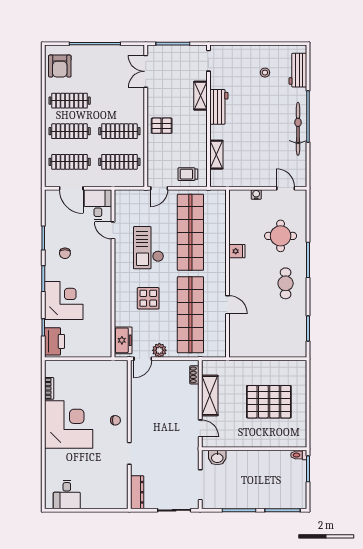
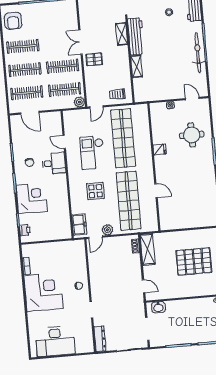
double door: (146, 71) -> (80, 42), moved
workbench: (219, 107) -> (136, 36), width x1.38
shelving: (216, 155) -> (137, 66), moved
plant: (137, 180) -> (79, 102), added
desk: (98, 204) -> (54, 163), moved, turned 90
cafe table: (286, 283) -> (199, 171), removed
printer: (55, 341) -> (25, 230), width x0.53, depth x0.68
shelving: (210, 396) -> (148, 249), moved
desk: (67, 495) -> (55, 341), width x1.87, depth x1.30

